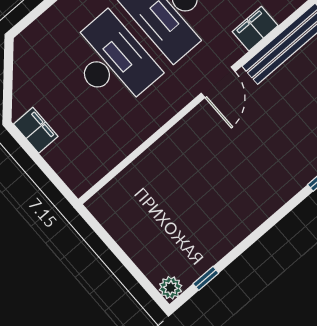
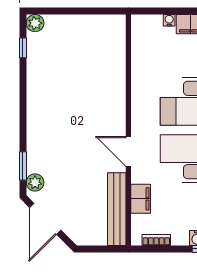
water cooler: (51, 155) -> (169, 20), added

